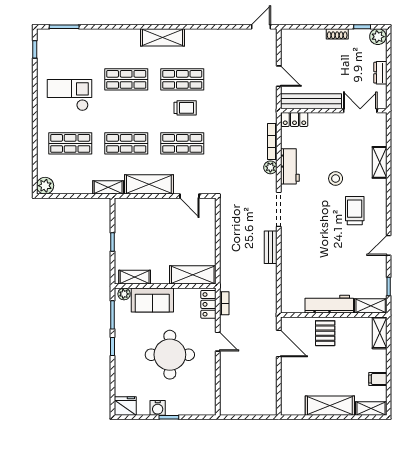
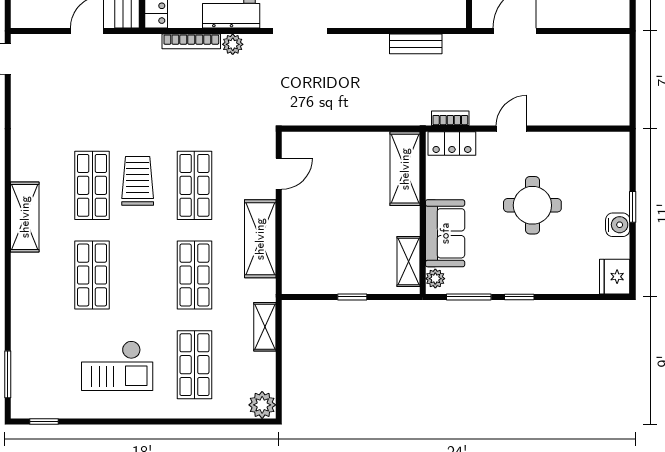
checkout: (70, 95) -> (117, 366), turned -90
trolley: (185, 108) -> (138, 181), width x1.36, depth x1.39
shelving: (108, 187) -> (265, 327), moved
bench: (271, 247) -> (416, 44), moved
round table: (170, 355) -> (532, 205), width x0.73, depth x0.73

